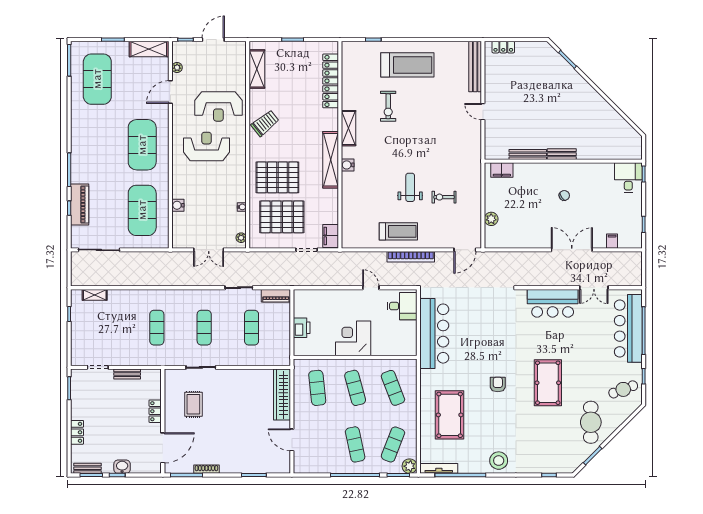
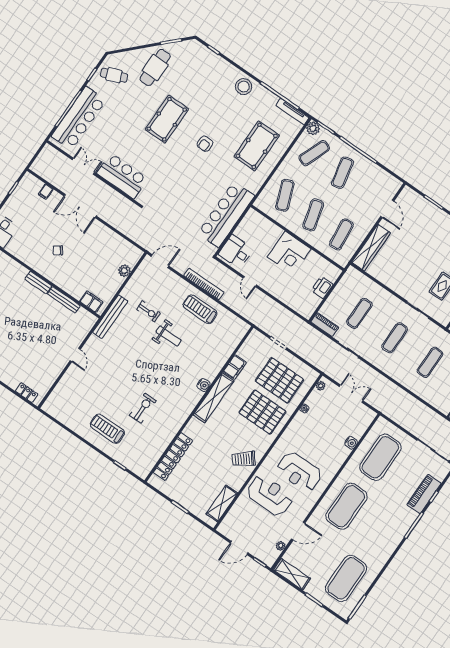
treadmill: (407, 65) -> (107, 429), width x0.73, depth x0.73
bench: (475, 67) -> (110, 317), moved
shelving: (349, 128) -> (184, 412), removed
weight bench: (410, 187) -> (169, 336), turned -90
filing cabinet: (331, 236) -> (235, 367), moved

